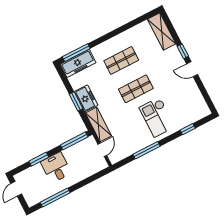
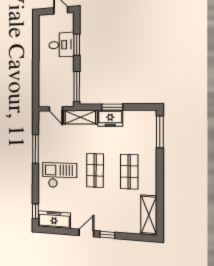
shelving: (162, 32) -> (149, 215), moved, turned 90
freezer: (78, 63) -> (54, 220), moved, turned 90
window: (188, 129) -> (35, 211), moved
desk: (56, 168) -> (61, 45), moved
window: (55, 197) -> (36, 44), removed

